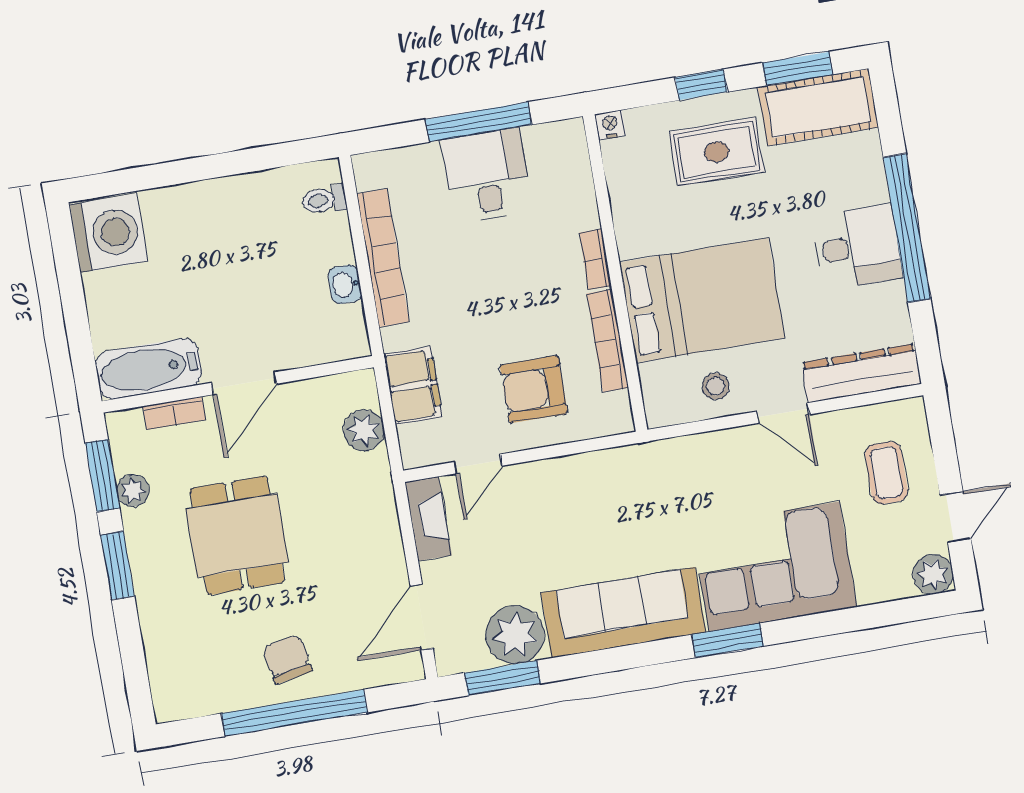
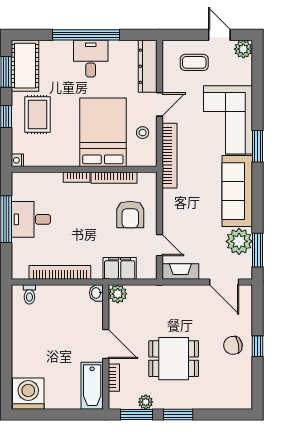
washbasin: (345, 284) -> (96, 293), moved, turned 90
plant: (364, 430) -> (118, 294), moved
bookcase: (676, 453) -> (170, 156), added
window: (294, 713) -> (258, 346), width x0.32

